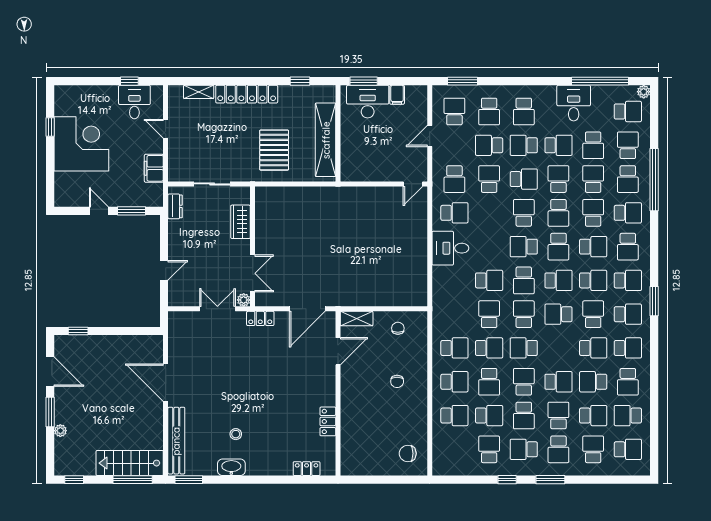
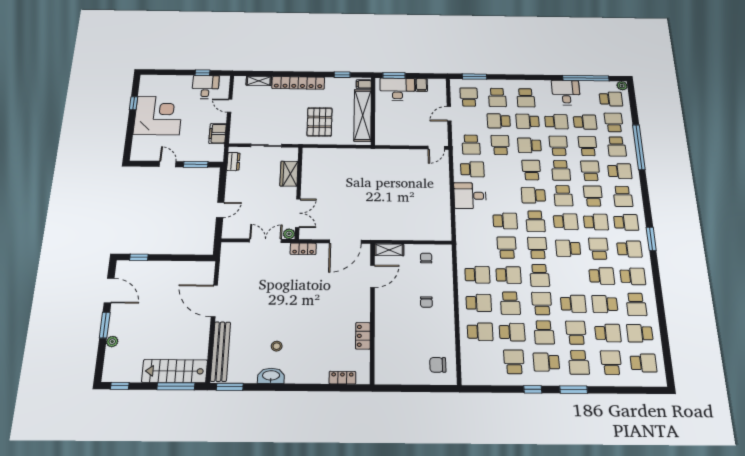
filing cabinet: (327, 95) -> (364, 84), added
school desk: (593, 145) -> (585, 122), turned -90
school desk: (524, 179) -> (529, 145), turned 180
school desk: (593, 247) -> (593, 196), turned -90
school desk: (524, 348) -> (540, 275), turned -90

